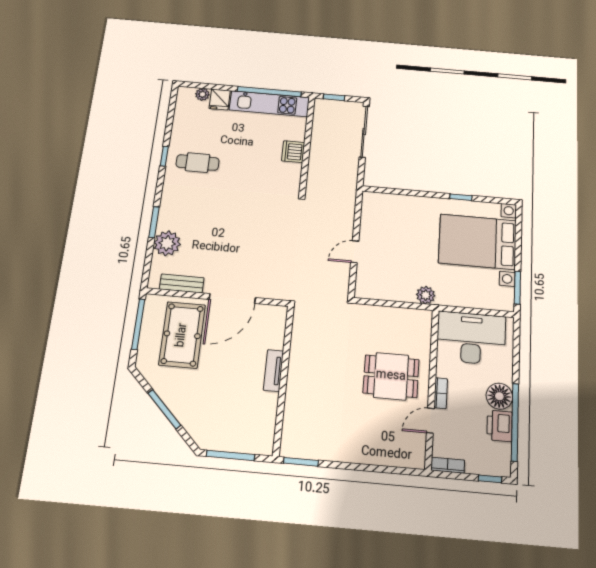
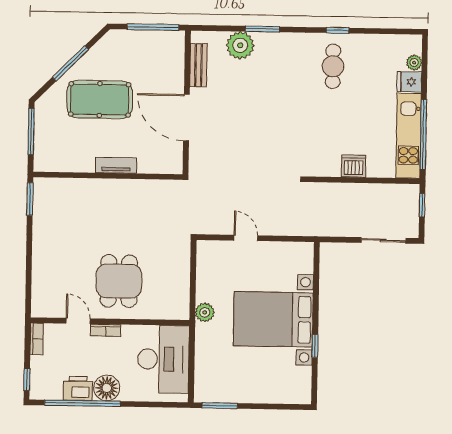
sliding door: (364, 132) -> (383, 240), width x0.73
bed with nightstands: (478, 242) -> (273, 319), moved, turned -90
pool table: (182, 335) -> (100, 99), moved

